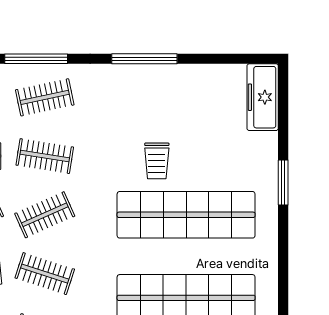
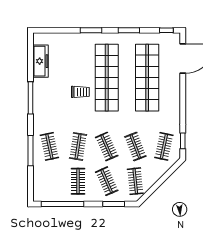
freezer: (263, 97) -> (41, 61), moved, turned -90
window: (283, 260) -> (129, 30), added
clothes rail: (45, 274) -> (135, 146), turned -39

